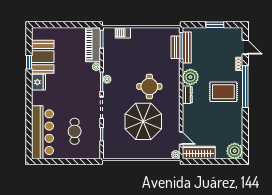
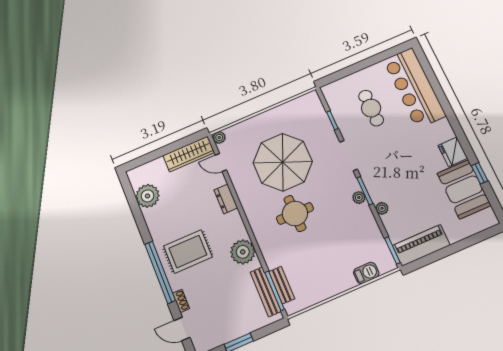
piano: (93, 45) -> (421, 245), moved, turned -90
dresser: (187, 95) -> (226, 199), moved
plant: (235, 151) -> (148, 196), moved

